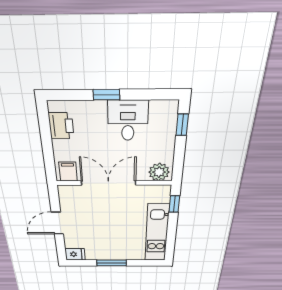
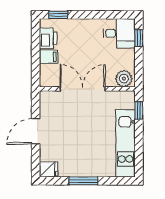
window: (106, 95) -> (58, 15), moved
desk: (128, 121) -> (119, 33), moved, turned 90
filing cabinet: (68, 172) -> (49, 57), moved, turned 90

